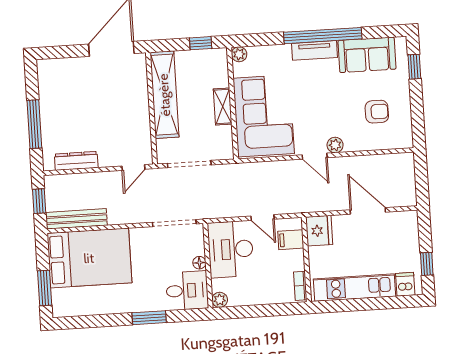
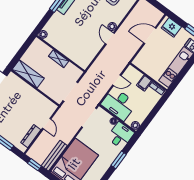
window: (201, 43) -> (26, 46), removed
shelving: (164, 95) -> (28, 74), width x0.68
corner sofa: (264, 116) -> (76, 45), removed
door: (315, 156) -> (110, 39), swing flipped
door: (133, 168) -> (47, 124), moved
fridge: (319, 231) -> (171, 27), moved, turned 180
filing cabinet: (291, 240) -> (144, 83), moved

